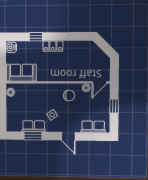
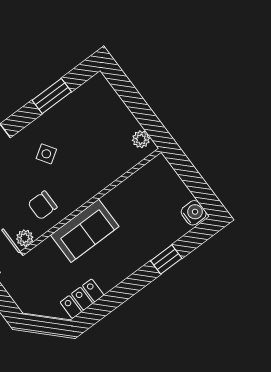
locker: (53, 46) -> (82, 299), moved
sofa: (21, 73) -> (85, 231), moved
row of seats: (34, 126) -> (62, 113), removed

